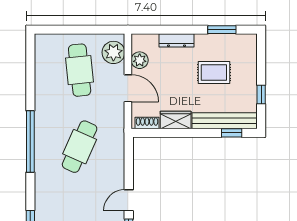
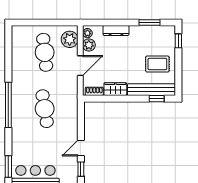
plant: (138, 44) -> (87, 33), added
rug: (214, 73) -> (157, 64), moved
door: (128, 88) -> (80, 66), hinge flipped
window: (261, 94) -> (178, 41), moved
cafe table: (80, 147) -> (45, 109), turned -33

